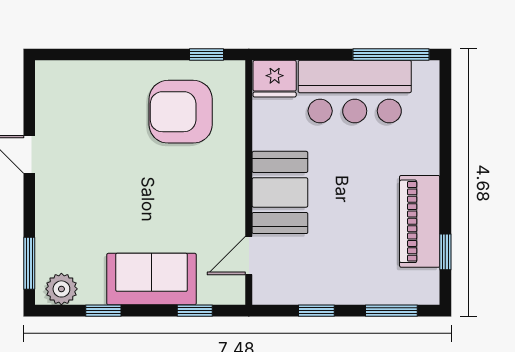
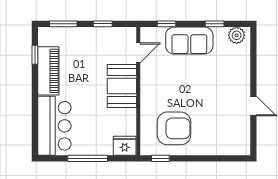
window: (391, 54) -> (88, 158), moved
bar counter: (355, 92) -> (54, 126), moved, turned 90
window: (29, 263) -> (253, 49), removed

